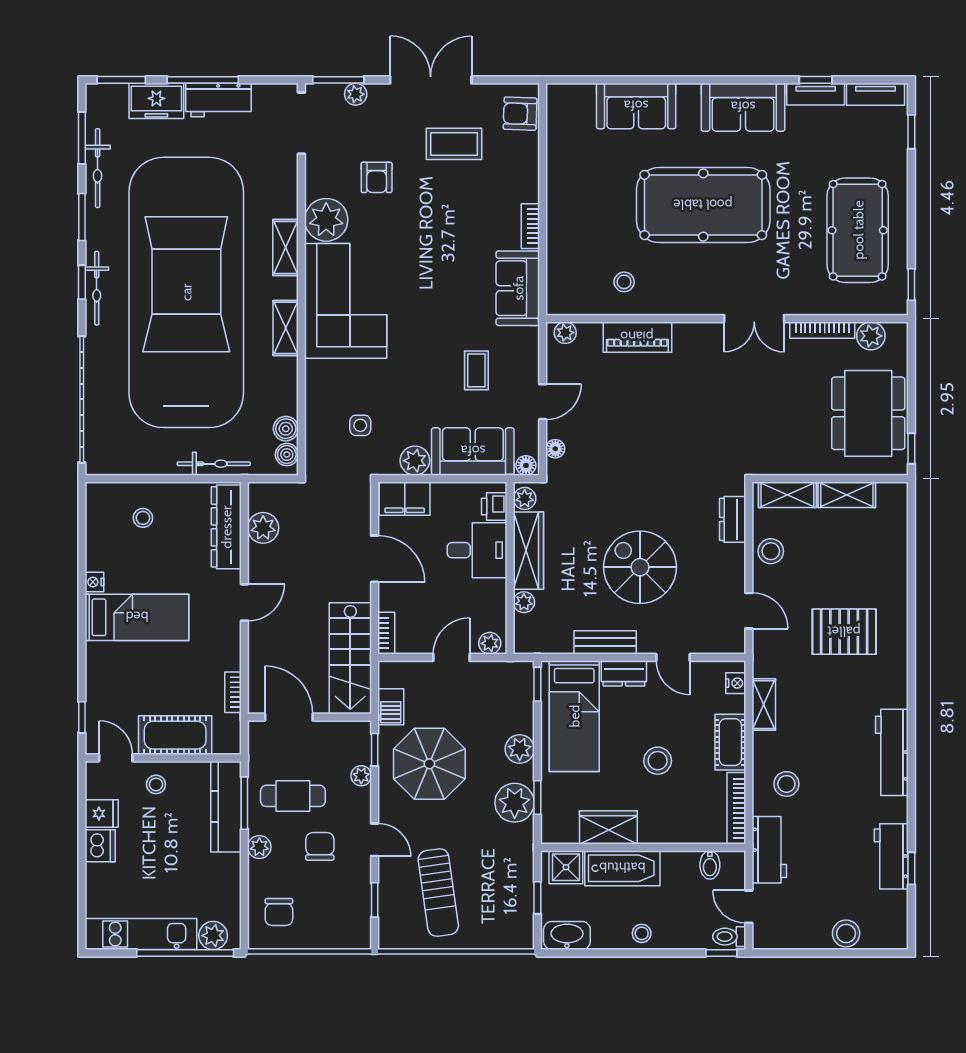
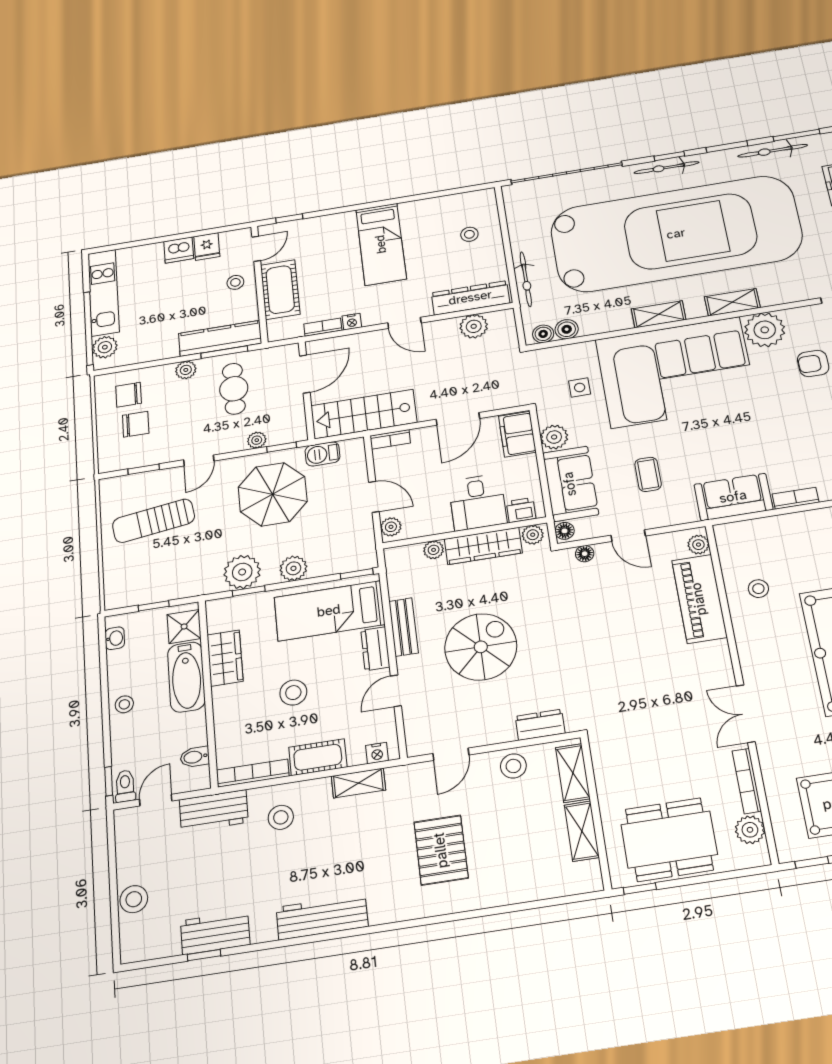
corner sofa: (346, 301) -> (676, 372), width x1.36, depth x1.36
piano: (637, 337) -> (699, 599), width x1.37, depth x1.33
coffee table: (476, 370) -> (648, 474), turned 90
nightstand: (94, 582) -> (352, 322), moved, turned 180
chair: (320, 846) -> (136, 424), moved
washbasin: (567, 936) -> (115, 638), width x0.52, depth x0.69

